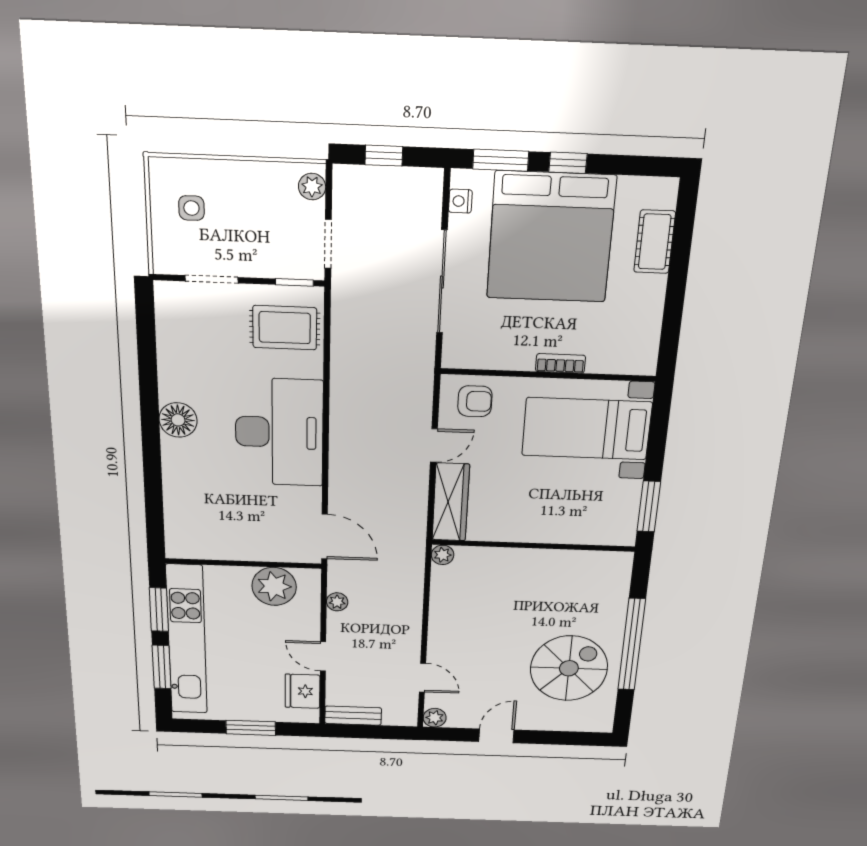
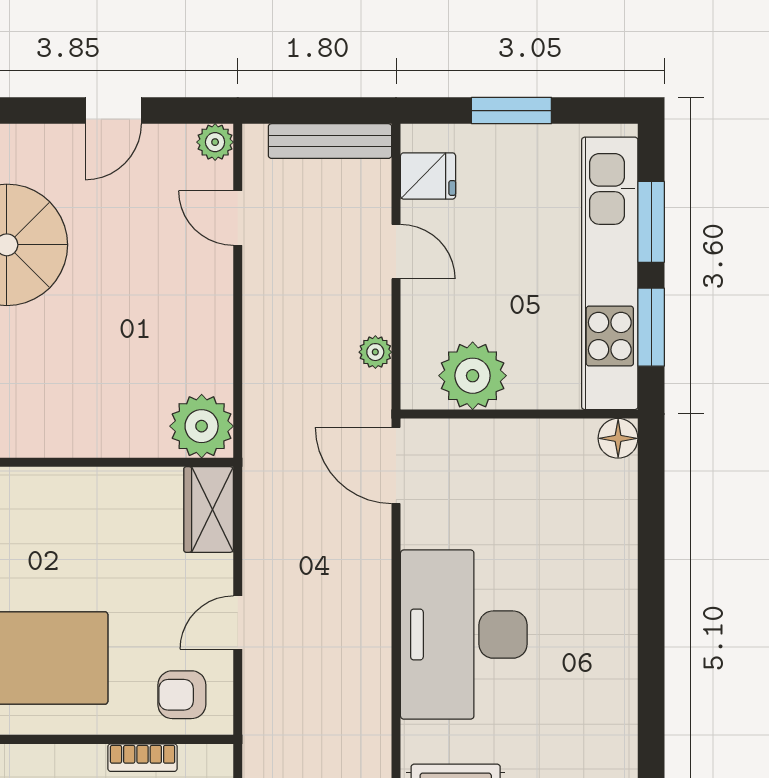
bookcase: (560, 363) -> (143, 758), moved
floor lamp: (178, 420) -> (618, 438), moved, width x0.73, depth x0.73
wardrobe: (451, 502) -> (209, 510), width x0.67
plant: (443, 555) -> (202, 426), width x1.87, depth x1.87
fridge: (303, 691) -> (428, 176), width x0.72
bench: (353, 716) -> (330, 141), width x1.36

